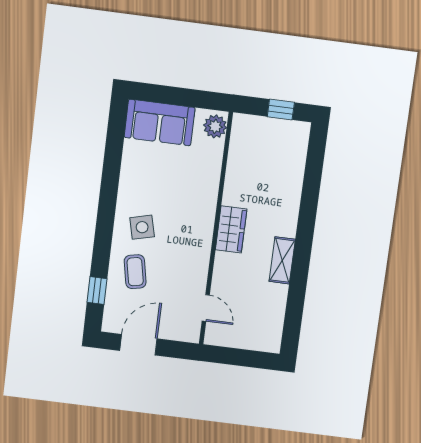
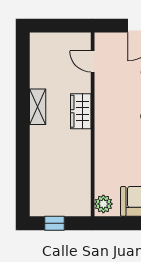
wardrobe: (231, 229) -> (81, 111), moved

